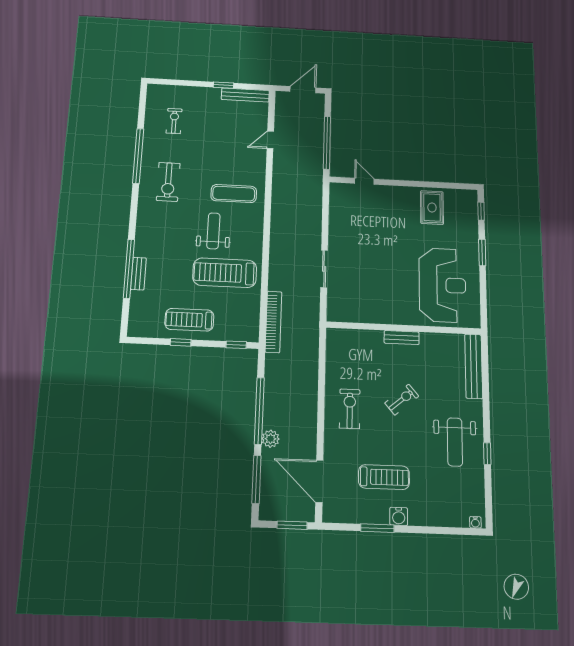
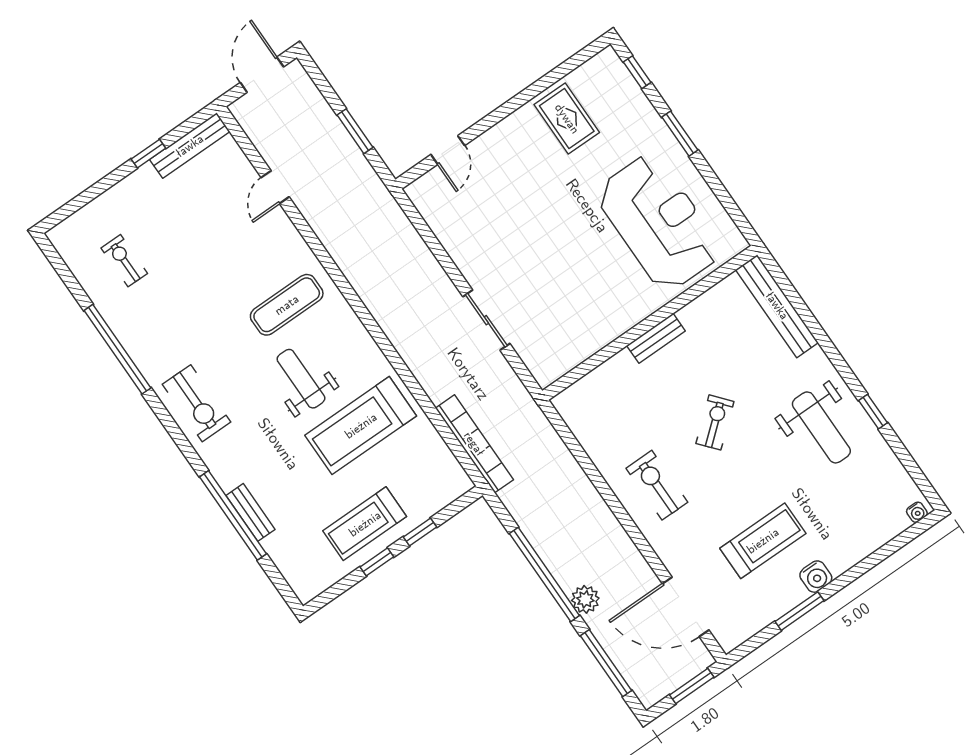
window: (327, 143) -> (355, 131), width x0.47
door: (364, 181) -> (448, 150), swing flipped
exercise bike: (168, 182) -> (196, 403), moved
window: (236, 345) -> (420, 532), moved

